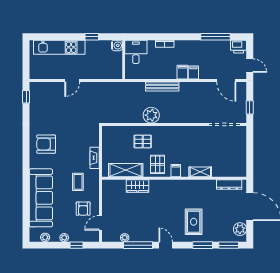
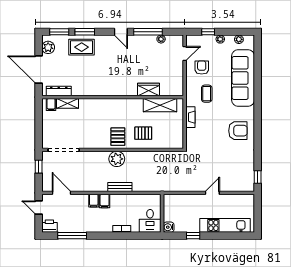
bench: (162, 86) -> (120, 187), width x0.73
plant: (151, 115) -> (117, 159), moved
pallet: (157, 164) -> (118, 137), moved
filing cabinet: (176, 171) -> (51, 105), moved
shelving: (200, 172) -> (68, 103), moved
rug: (194, 222) -> (82, 47), moved, turned 90

